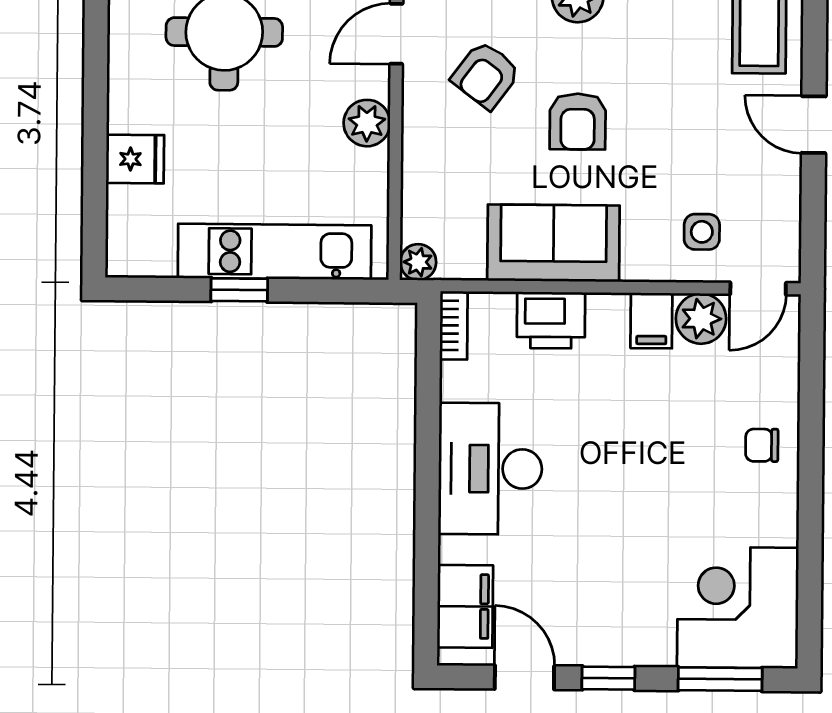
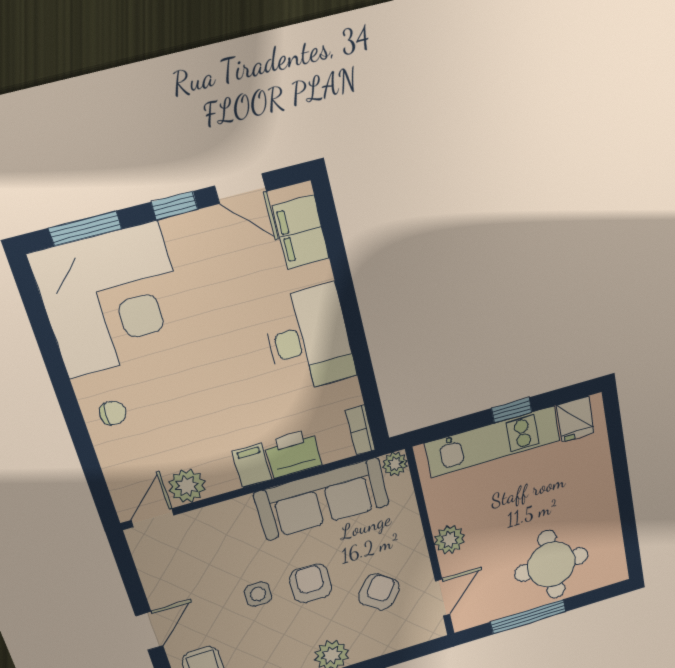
door: (814, 125) -> (149, 631), hinge flipped
fridge: (135, 159) -> (575, 419), moved, turned -90
side table: (702, 232) -> (258, 594), moved
sofa: (553, 243) -> (322, 499), width x1.36
filing cabinet: (651, 321) -> (252, 466), moved
corner desk: (738, 608) -> (113, 301), width x1.36, depth x1.36

